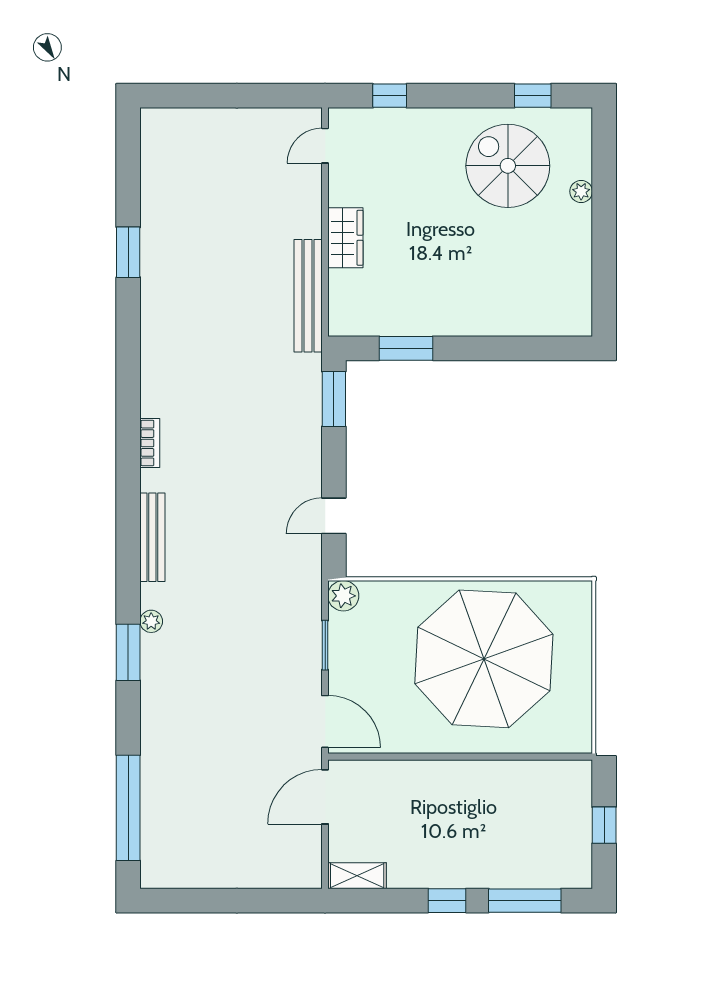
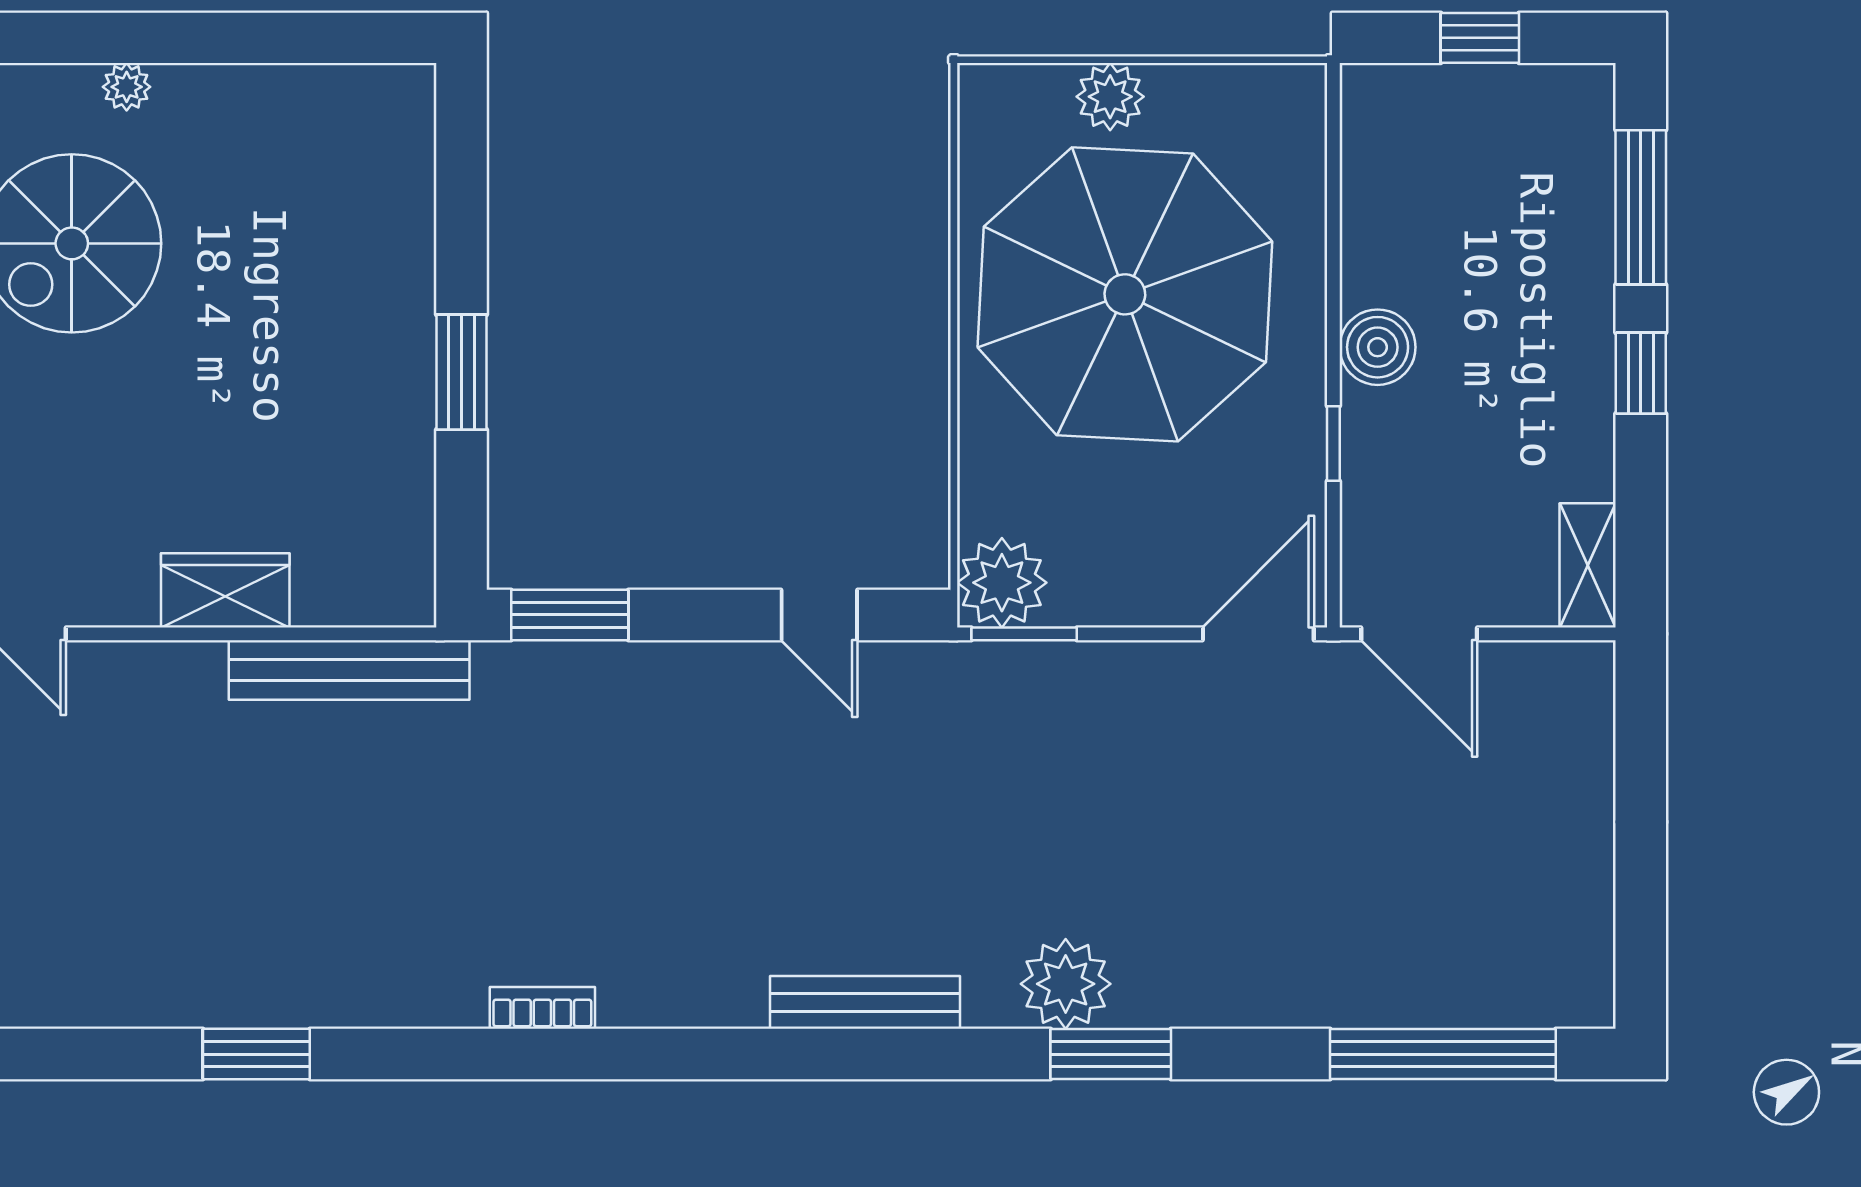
window: (406, 348) -> (461, 372), moved
bookcase: (150, 443) -> (542, 1008), moved
plant: (343, 596) -> (1002, 583), width x1.36, depth x1.36
plant: (151, 621) -> (1066, 984), width x1.88, depth x1.88
window: (325, 645) -> (1024, 634), moved
plant: (576, 652) -> (1110, 97), added
window: (414, 757) -> (1333, 444), added
boiler: (459, 777) -> (1378, 347), added

